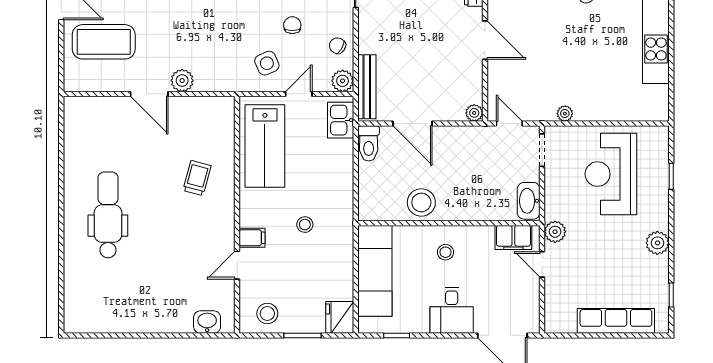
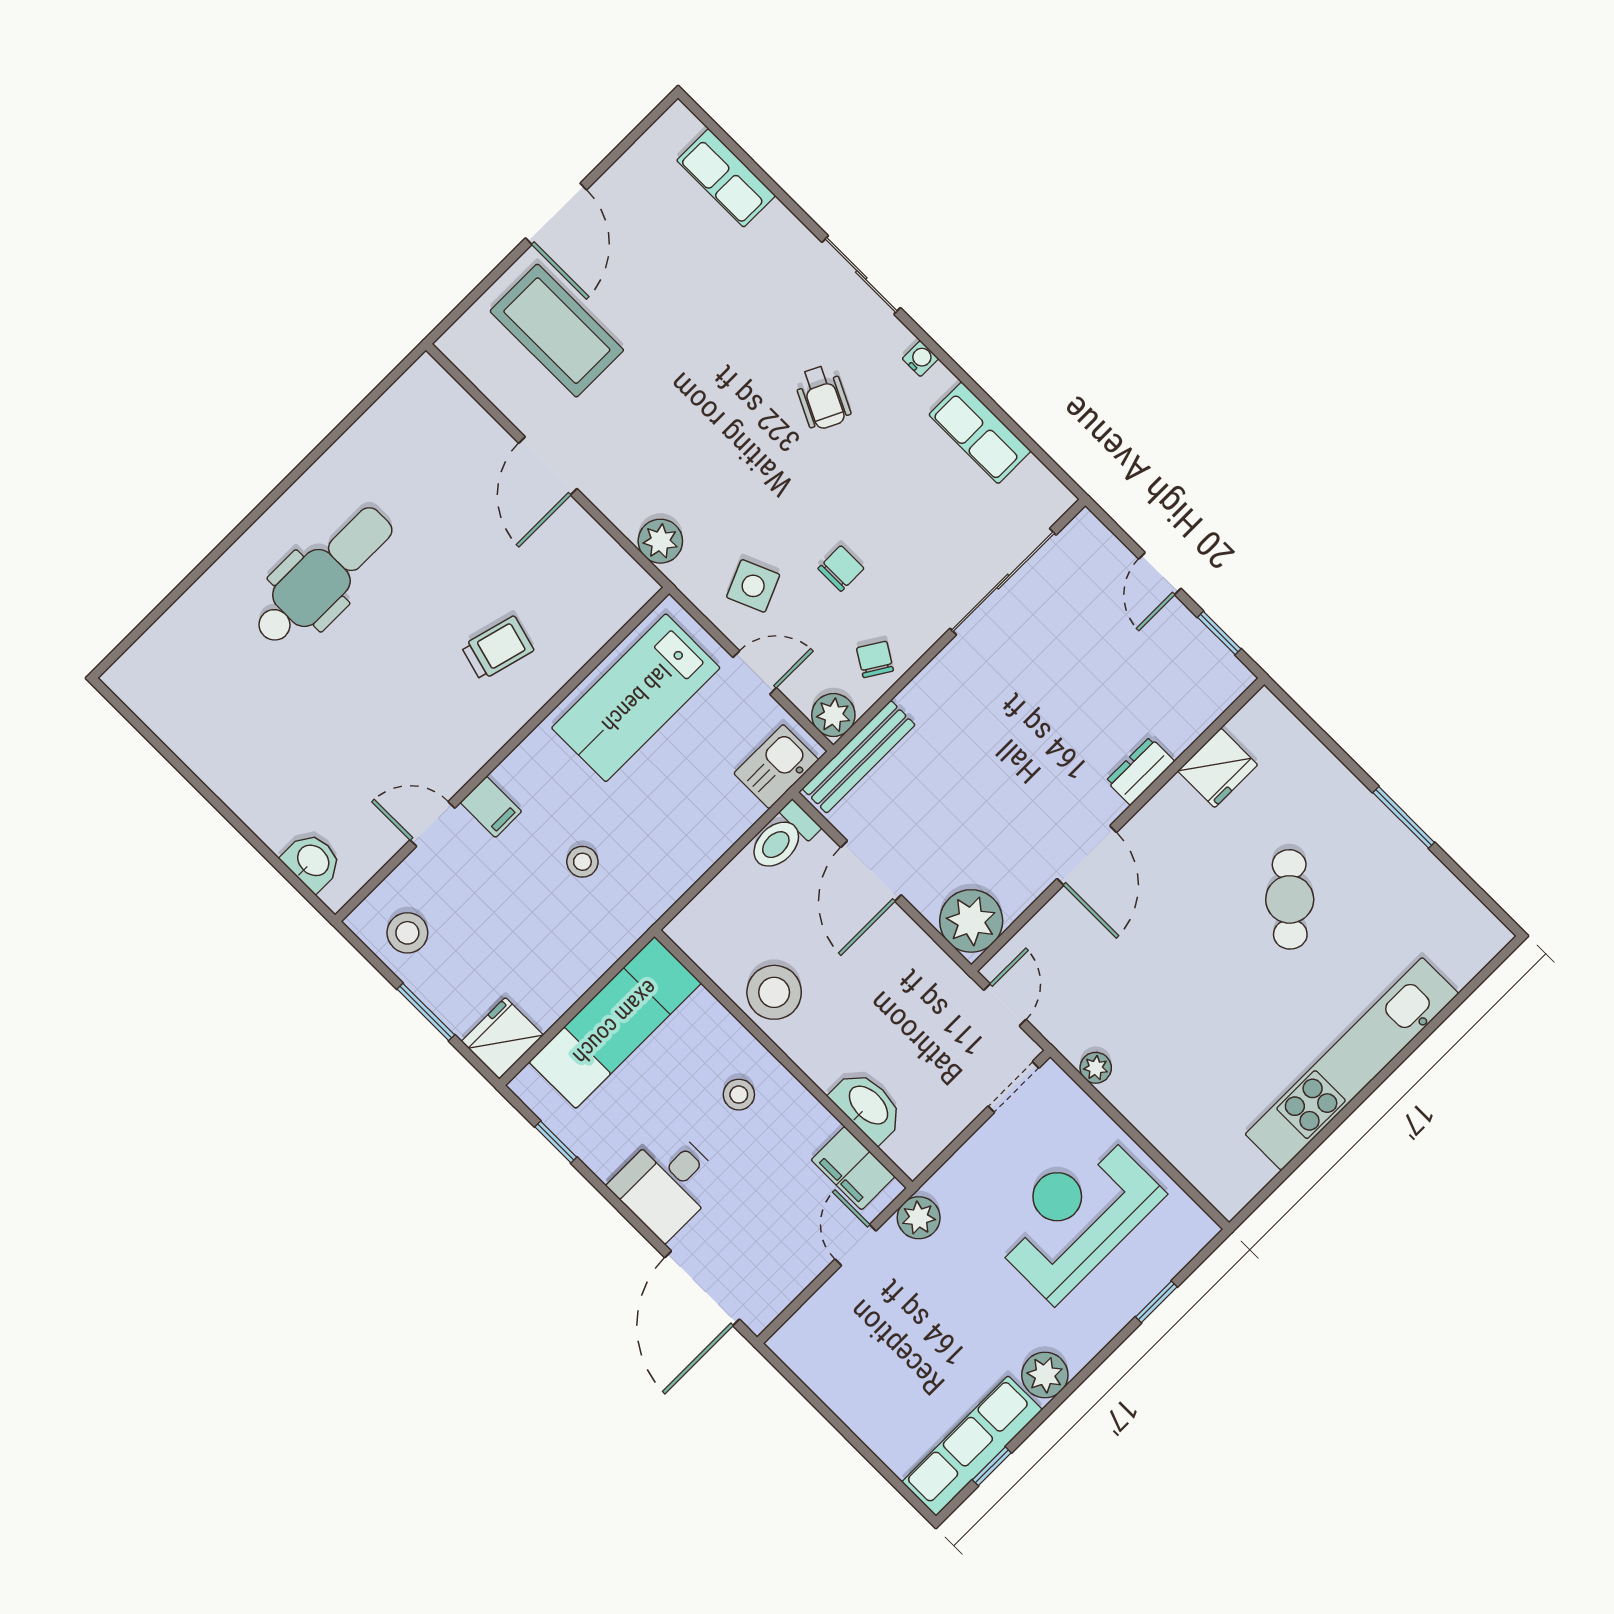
plant: (182, 81) -> (660, 541), moved
plant: (474, 113) -> (971, 921), width x1.88, depth x1.88
washbasin: (529, 201) -> (868, 1106), moved, turned 90
row of seats: (616, 321) -> (972, 1446), moved, turned -90

